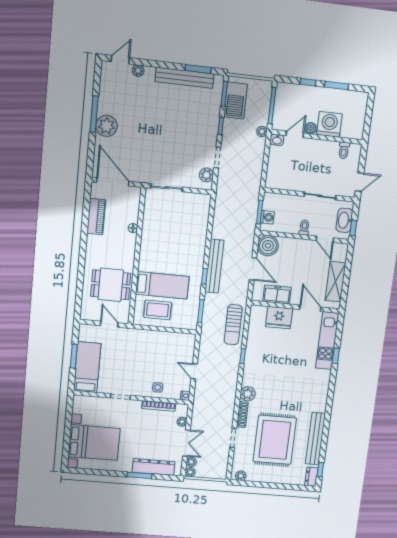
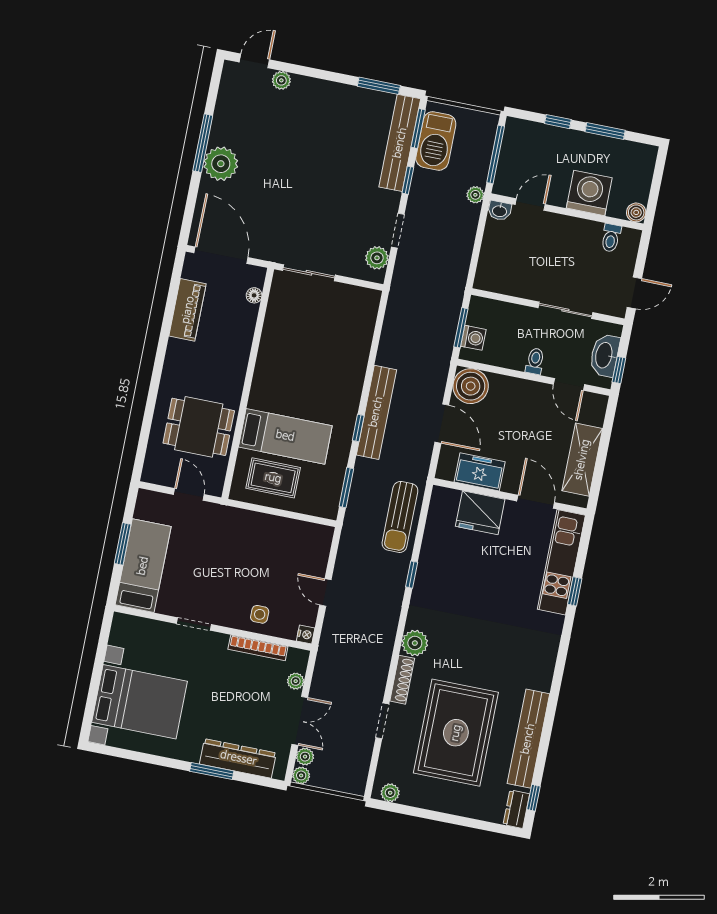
bench: (185, 78) -> (400, 143), moved, turned 90
boiler: (311, 128) -> (636, 212), moved
floor lamp: (133, 228) -> (254, 295), moved

